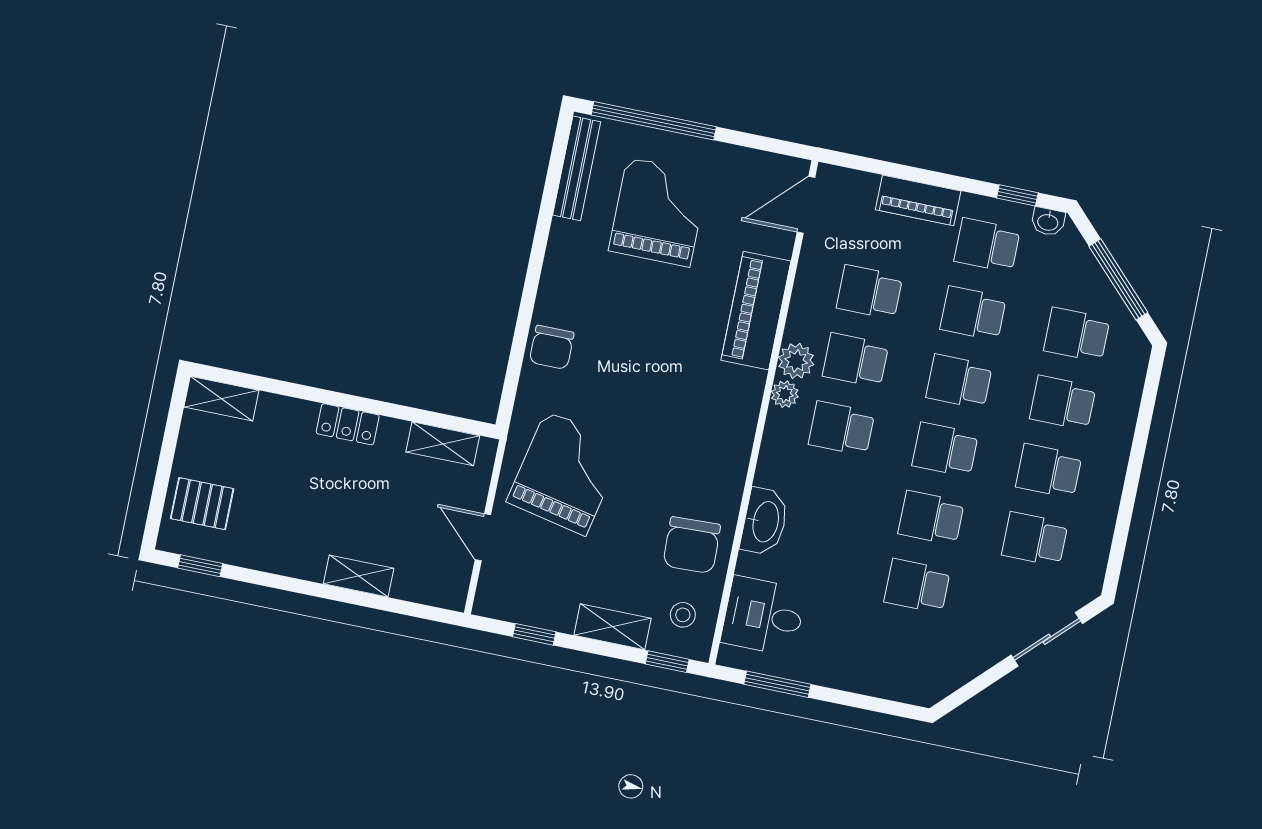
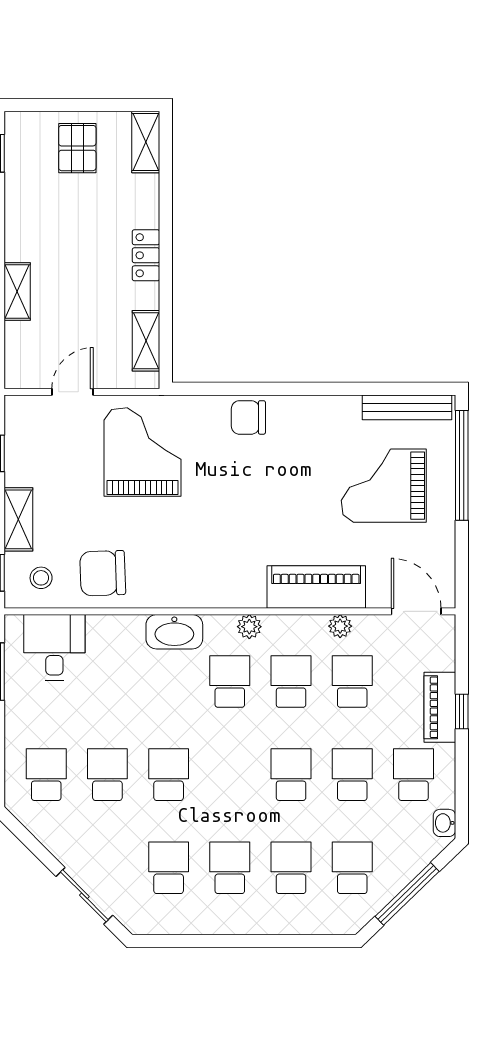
window: (1017, 195) -> (462, 712), moved
grand piano: (659, 212) -> (384, 486), turned 180
plant: (796, 361) -> (340, 626), moved, width x0.73, depth x0.73
school desk: (945, 450) -> (46, 775), moved
grand piano: (566, 473) -> (142, 452), turned -102
pallet: (202, 504) -> (77, 148), moved
washbasin: (765, 522) -> (174, 632), moved

